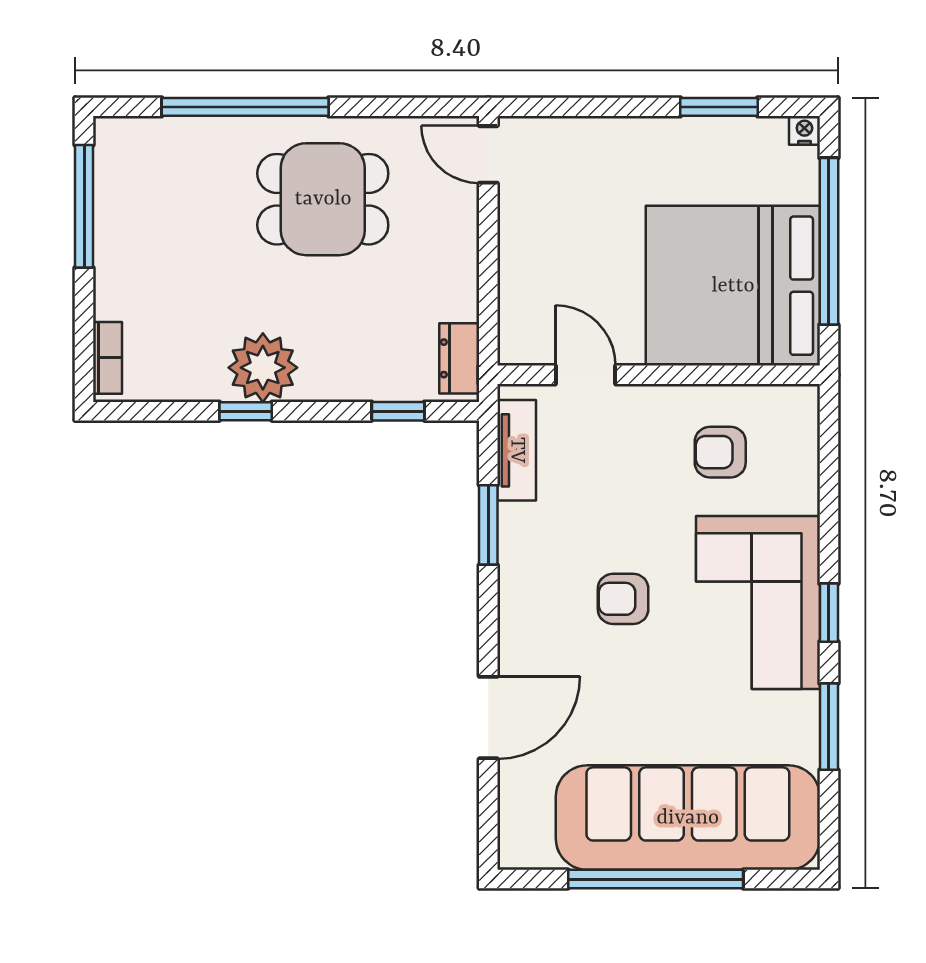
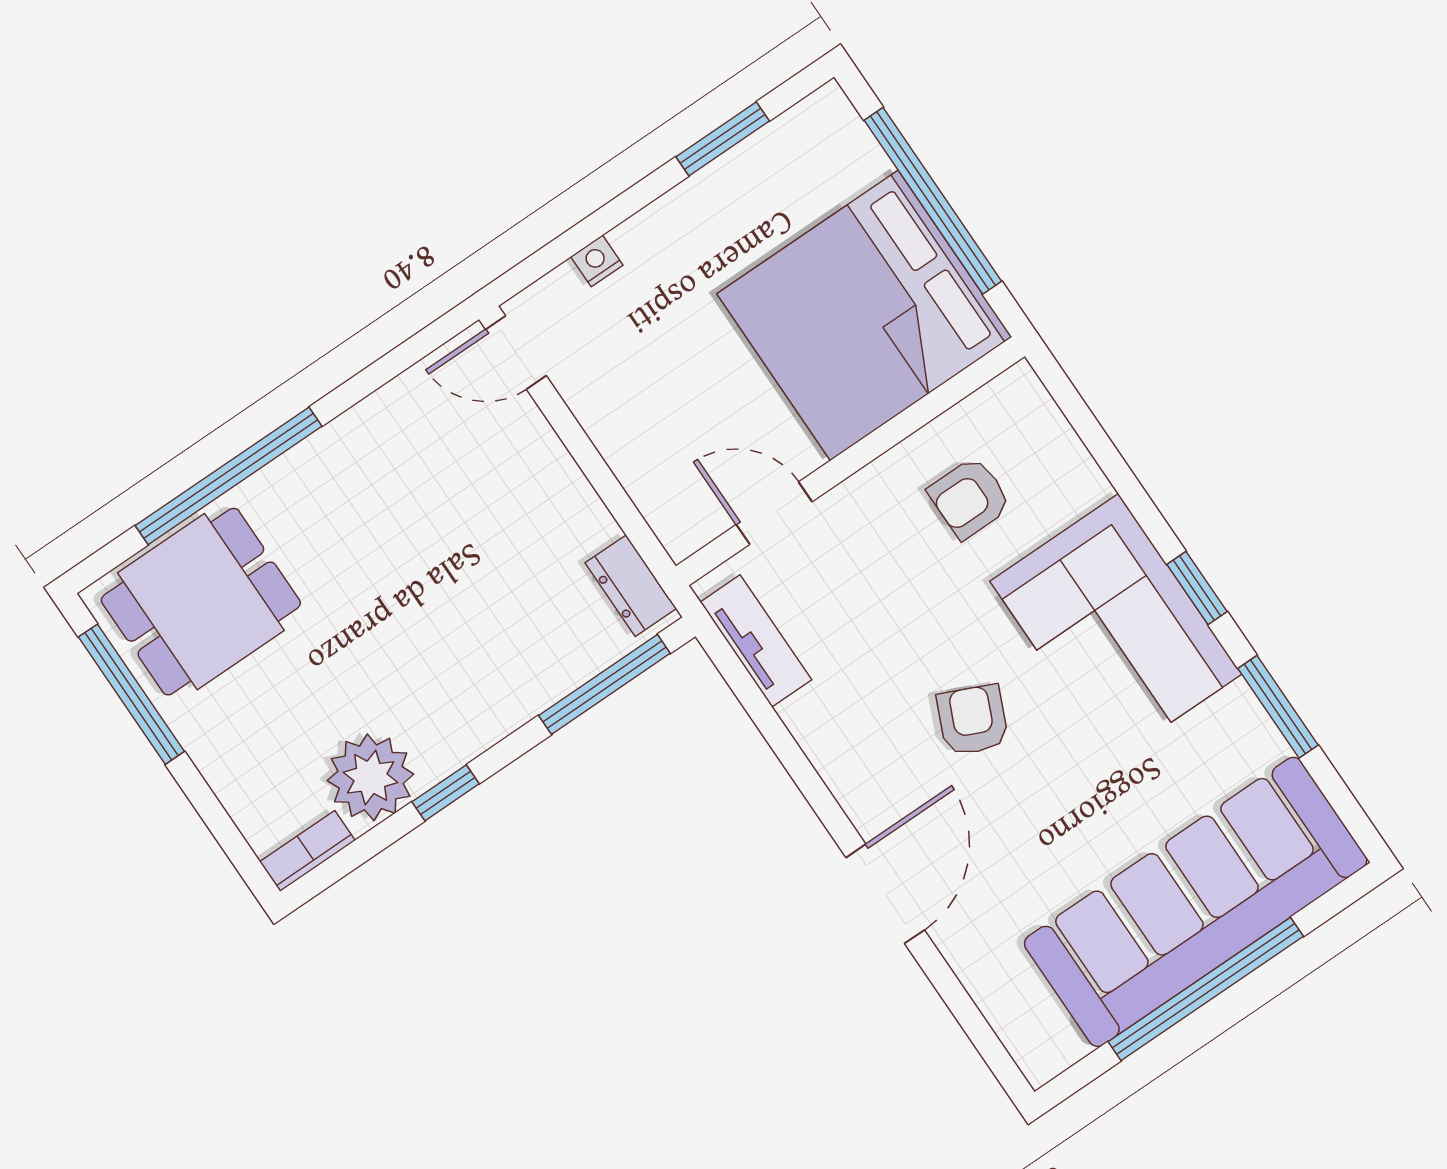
nightstand: (804, 130) -> (597, 261), moved
dining table: (323, 199) -> (201, 602), moved
bookcase: (108, 358) -> (307, 851), moved, turned -90
plant: (263, 368) -> (371, 777), moved
window: (398, 411) -> (604, 684), width x2.17
window: (488, 525) -> (779, 739), removed
armchair: (623, 599) -> (973, 720), turned 114
door: (488, 718) -> (885, 894), moved

